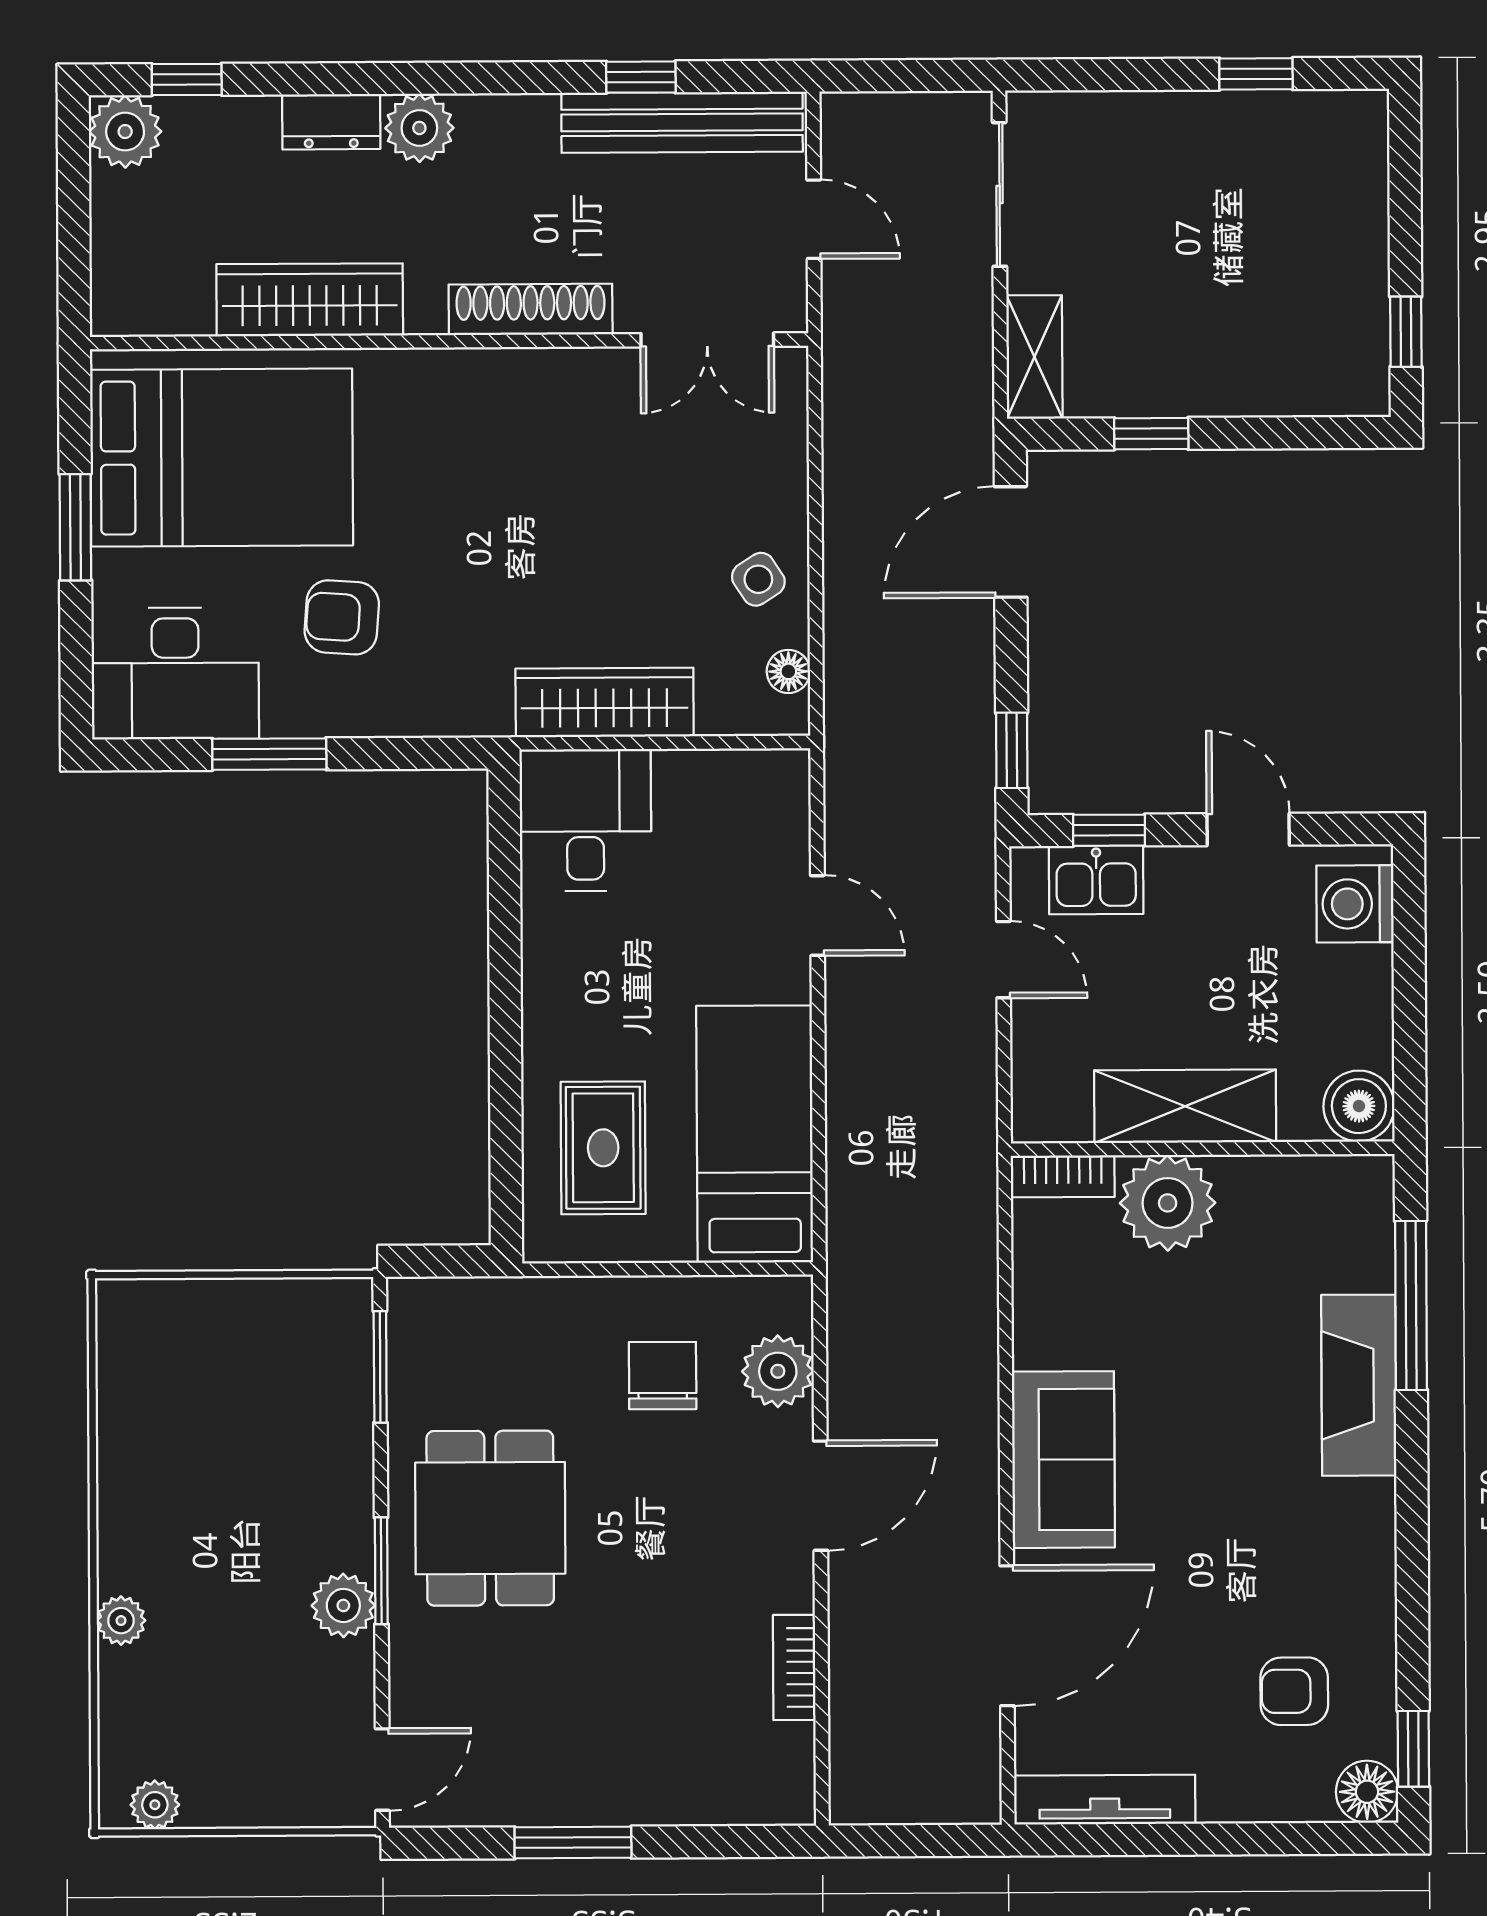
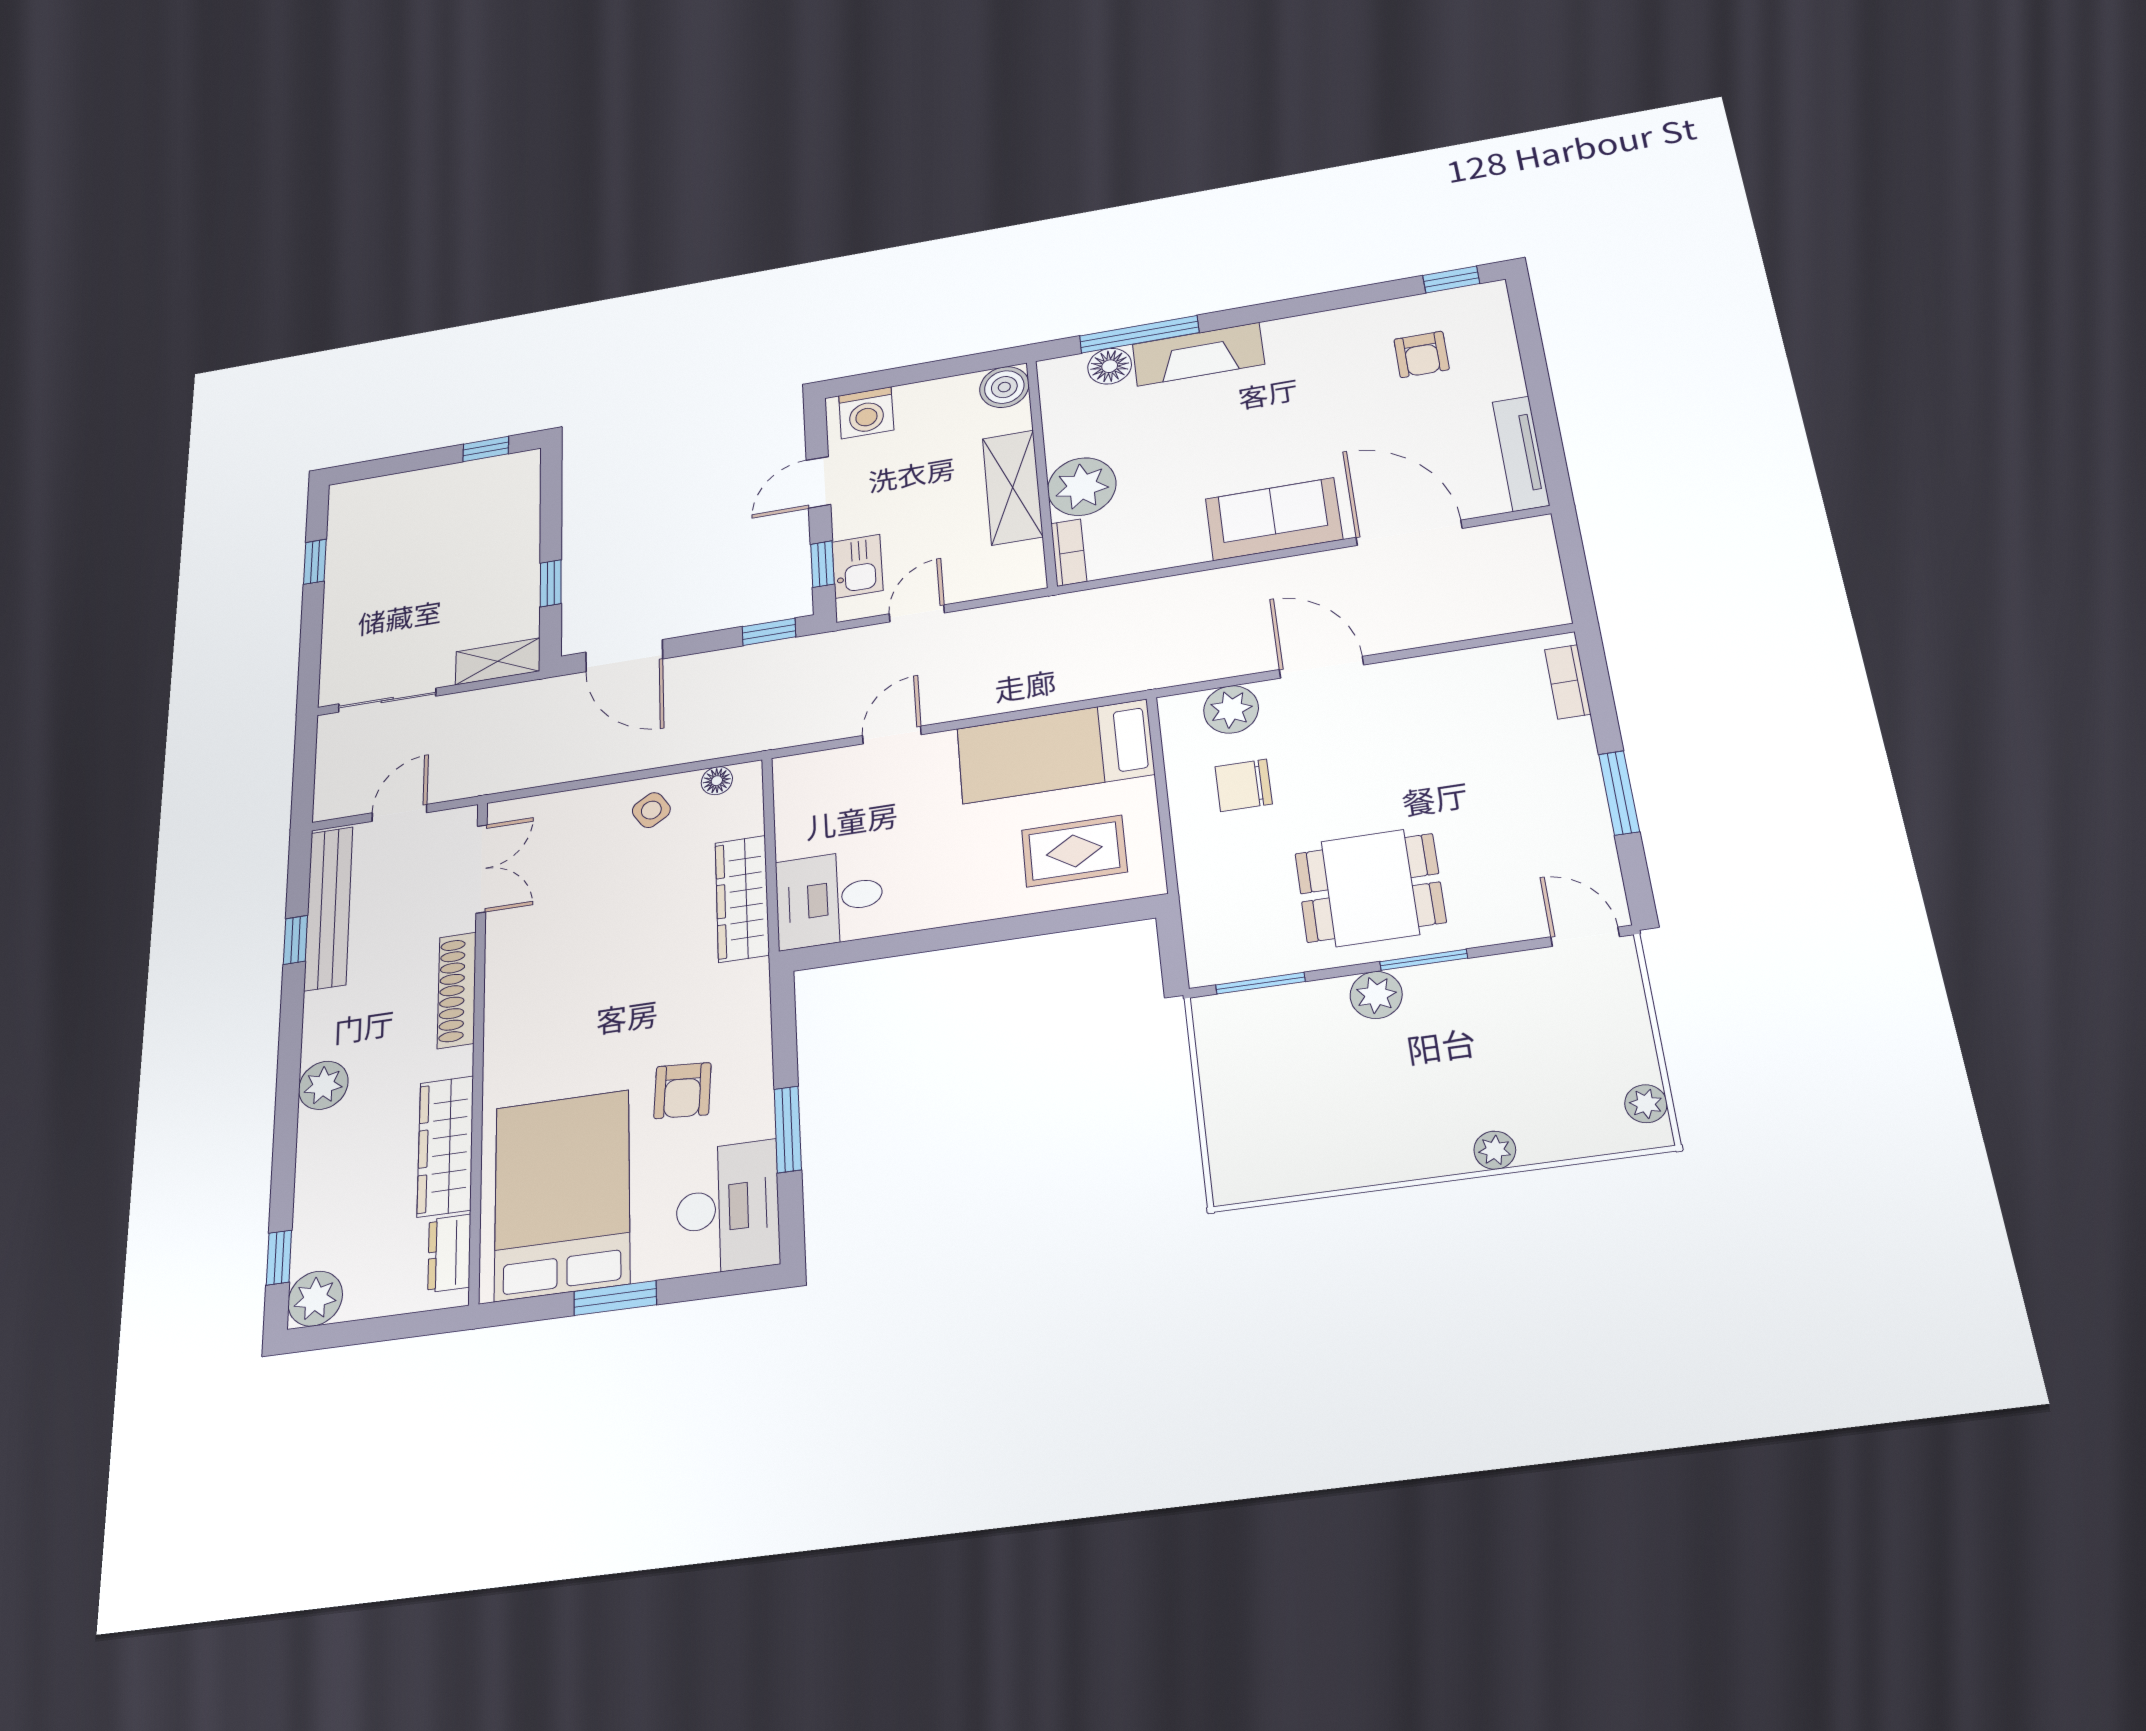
dresser: (331, 122) -> (449, 1253), moved, turned 180
plant: (343, 1605) -> (1376, 995), moved
bookcase: (794, 1667) -> (1568, 682), moved, turned 90
floor lamp: (1367, 1792) -> (1110, 366), moved

